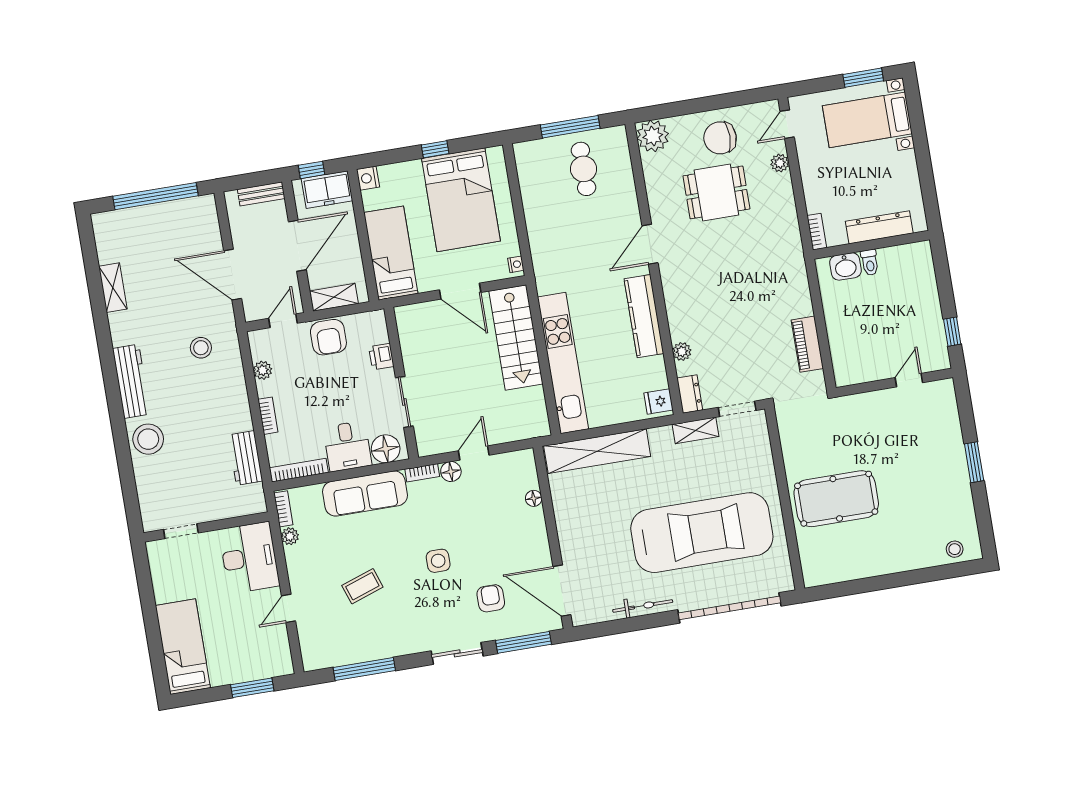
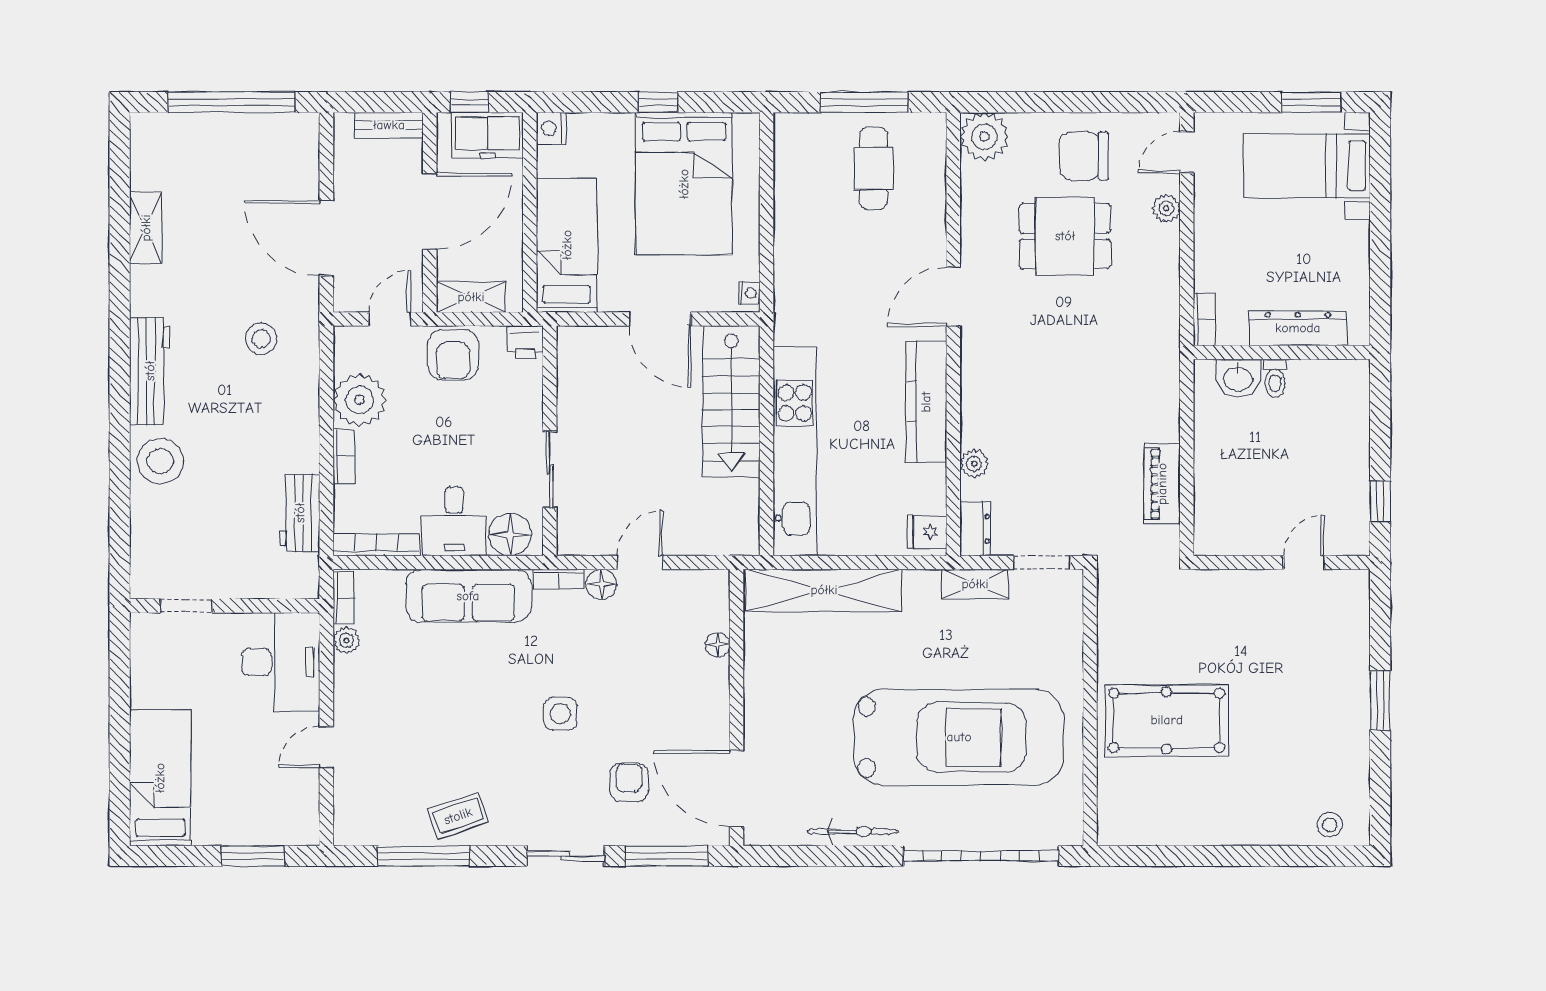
printer: (381, 357) -> (525, 342), moved, turned -90
plant: (263, 370) -> (360, 400), width x1.87, depth x1.87
coffee table: (362, 586) -> (458, 816), moved

